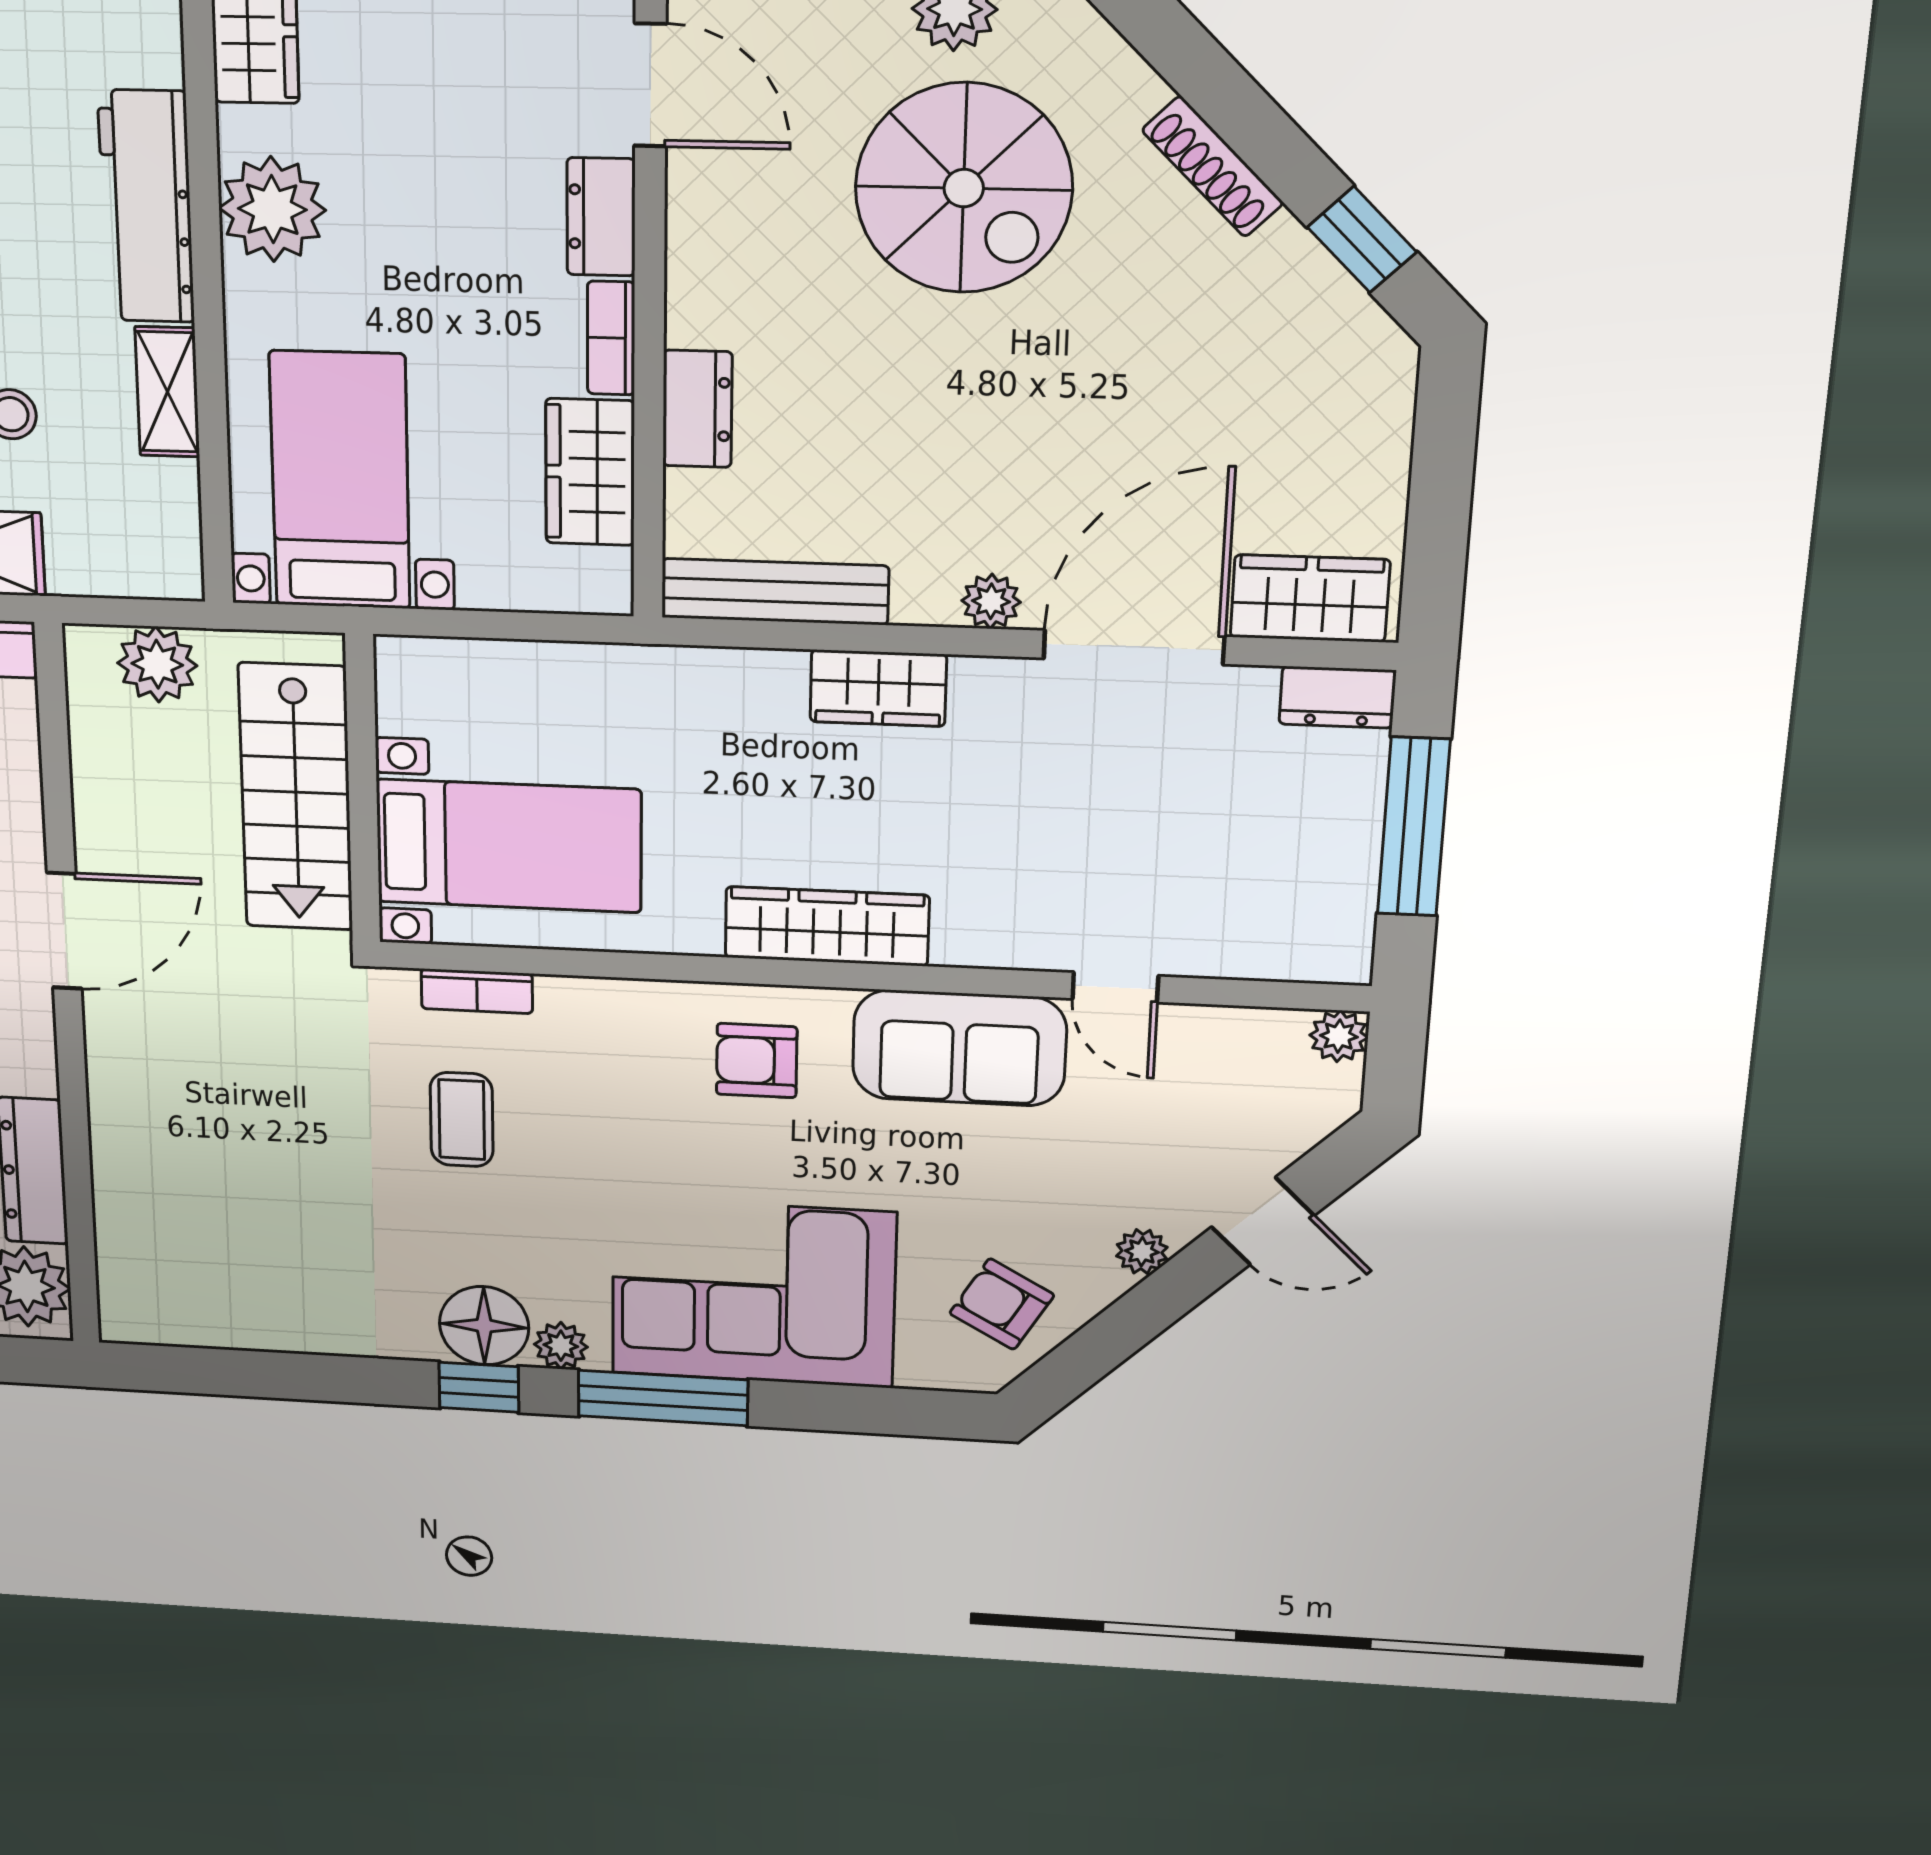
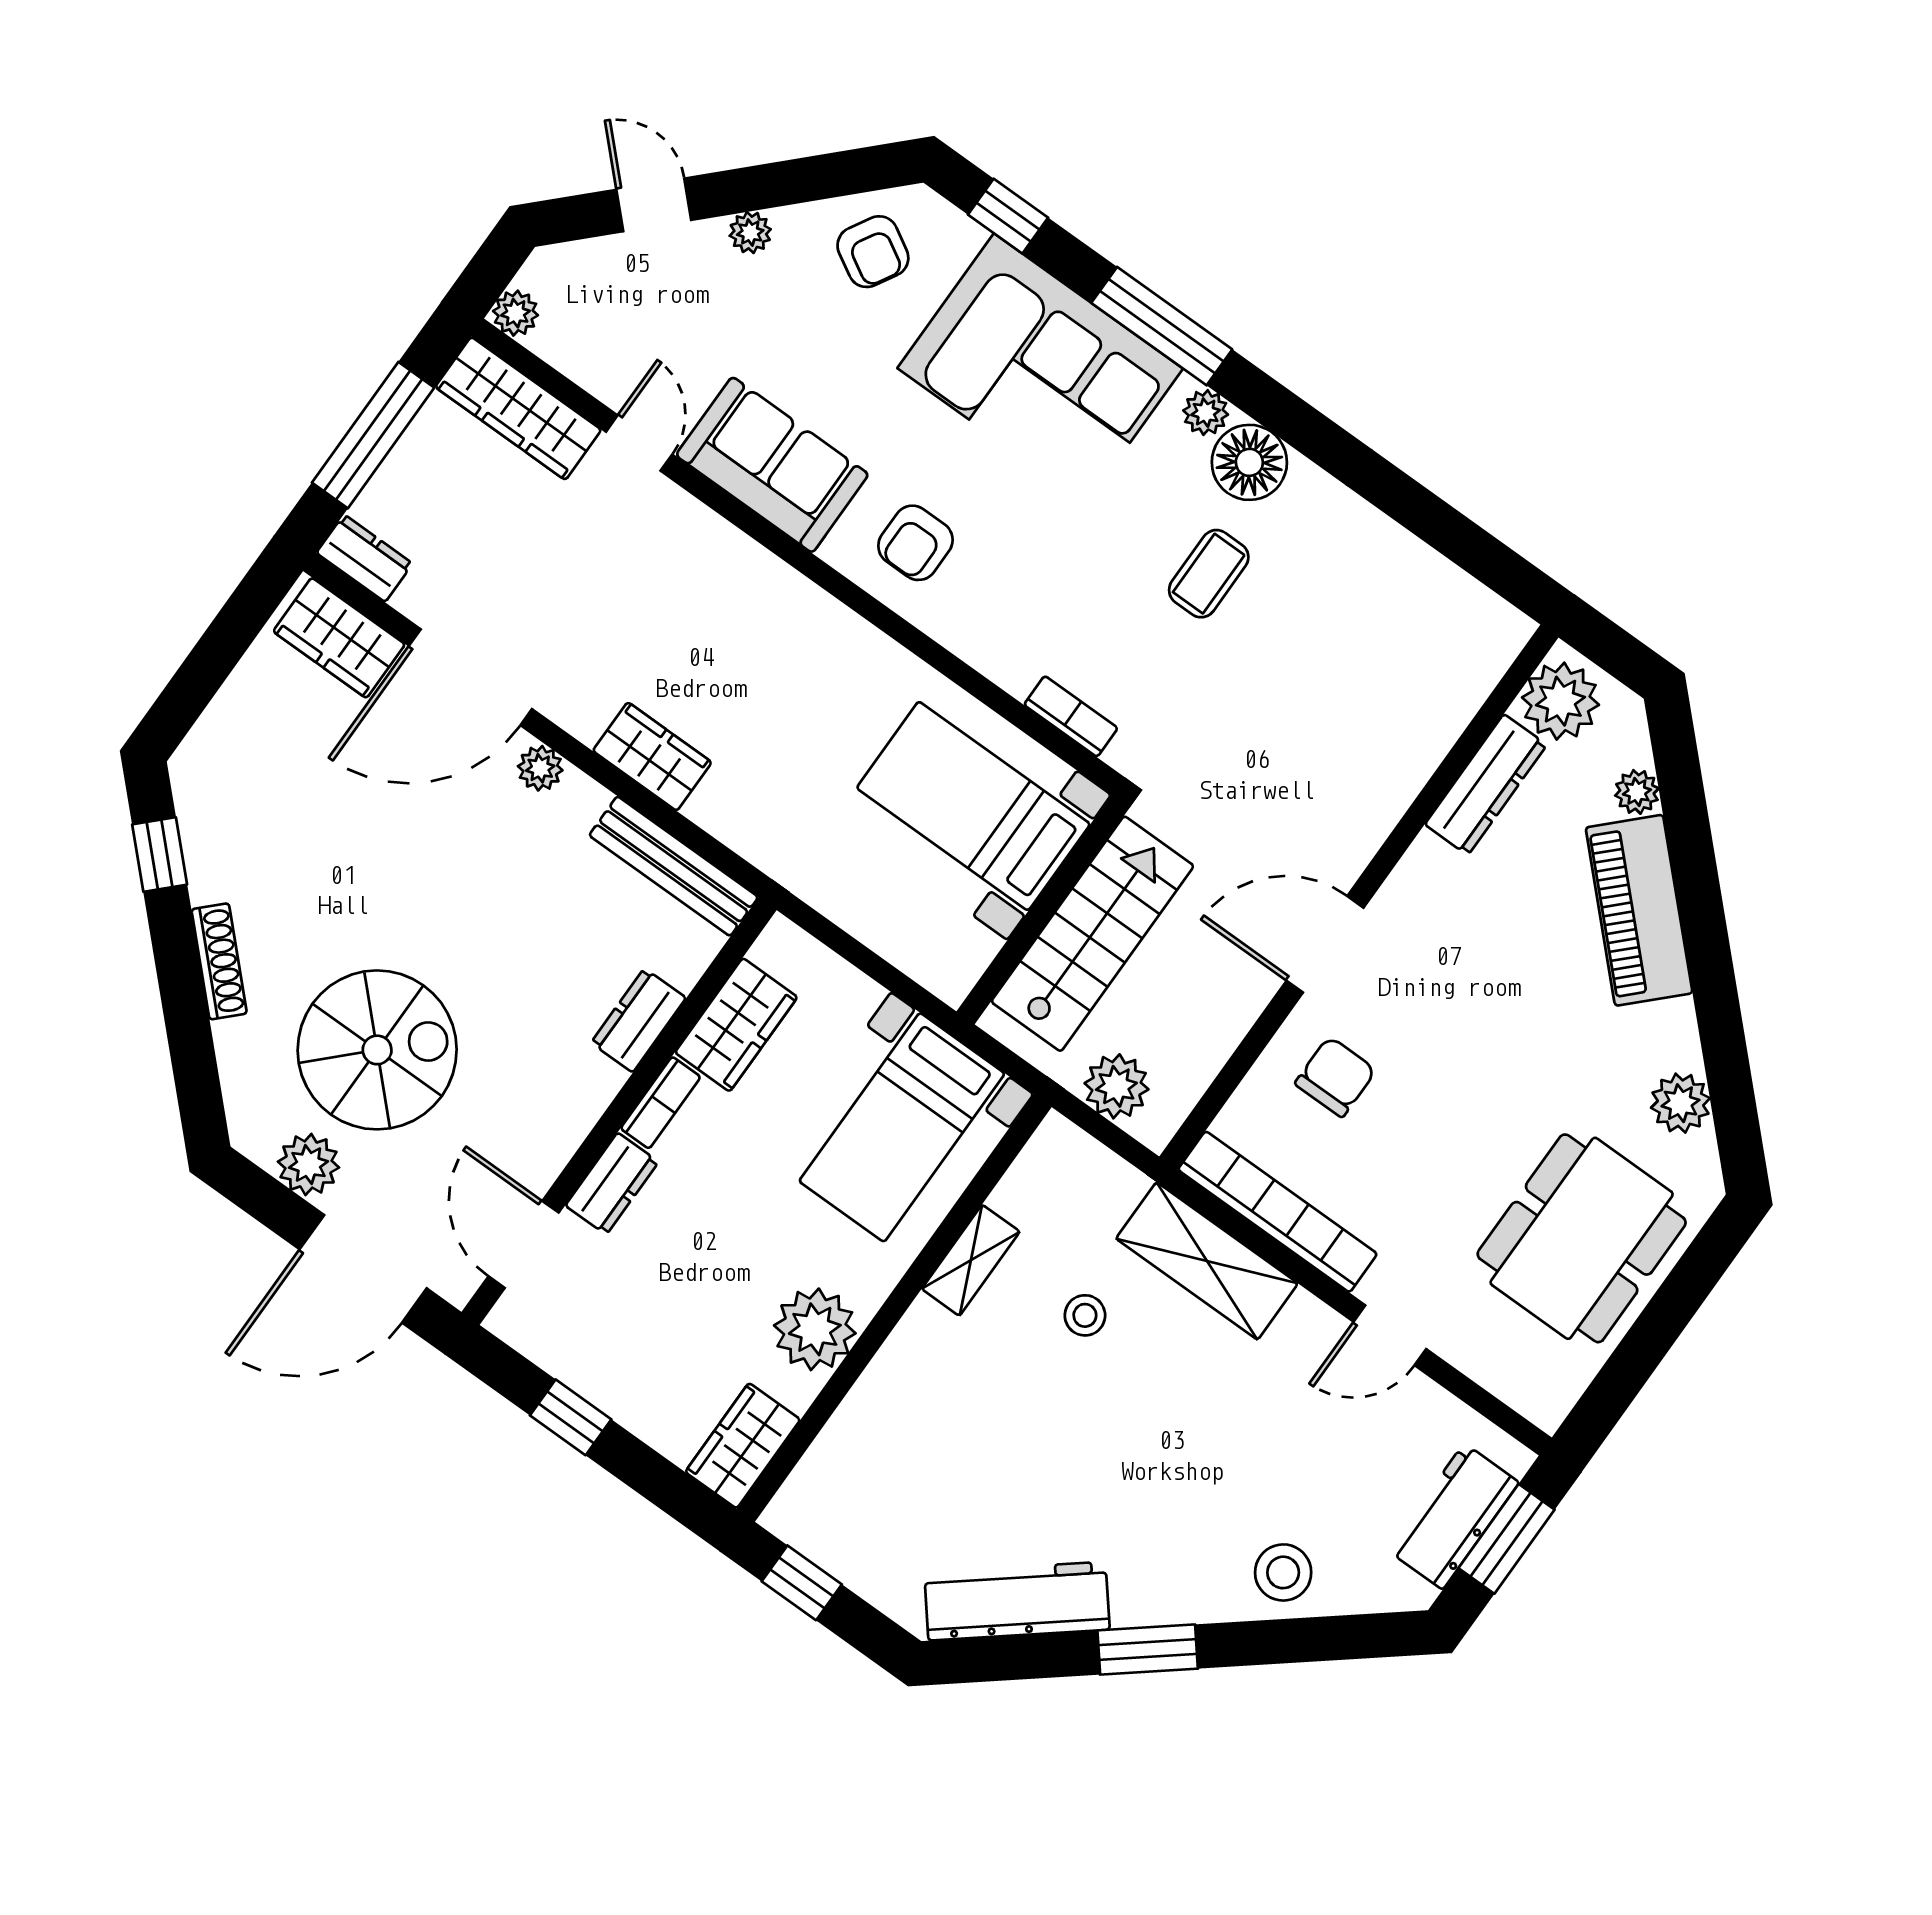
spiral stairs: (964, 188) -> (377, 1050), turned 90
workbench: (146, 207) -> (894, 1386), removed
wardrobe: (827, 926) -> (518, 408), moved
armchair: (757, 1061) -> (915, 543), turned 90
coffee table: (462, 1120) -> (1209, 574), moved
window: (479, 1387) -> (1008, 216), moved

